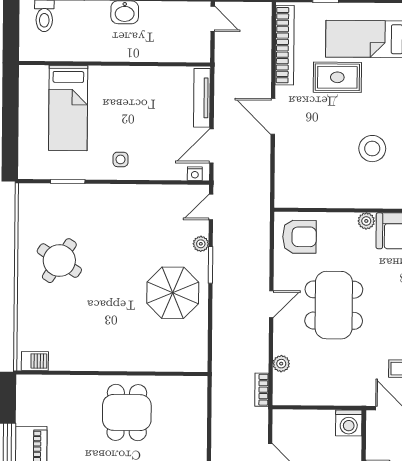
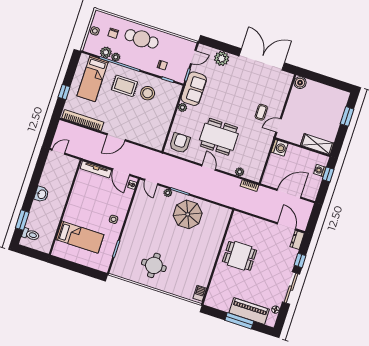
rug: (337, 77) -> (124, 86), moved, turned 90
round table: (59, 261) -> (154, 265), turned -33

